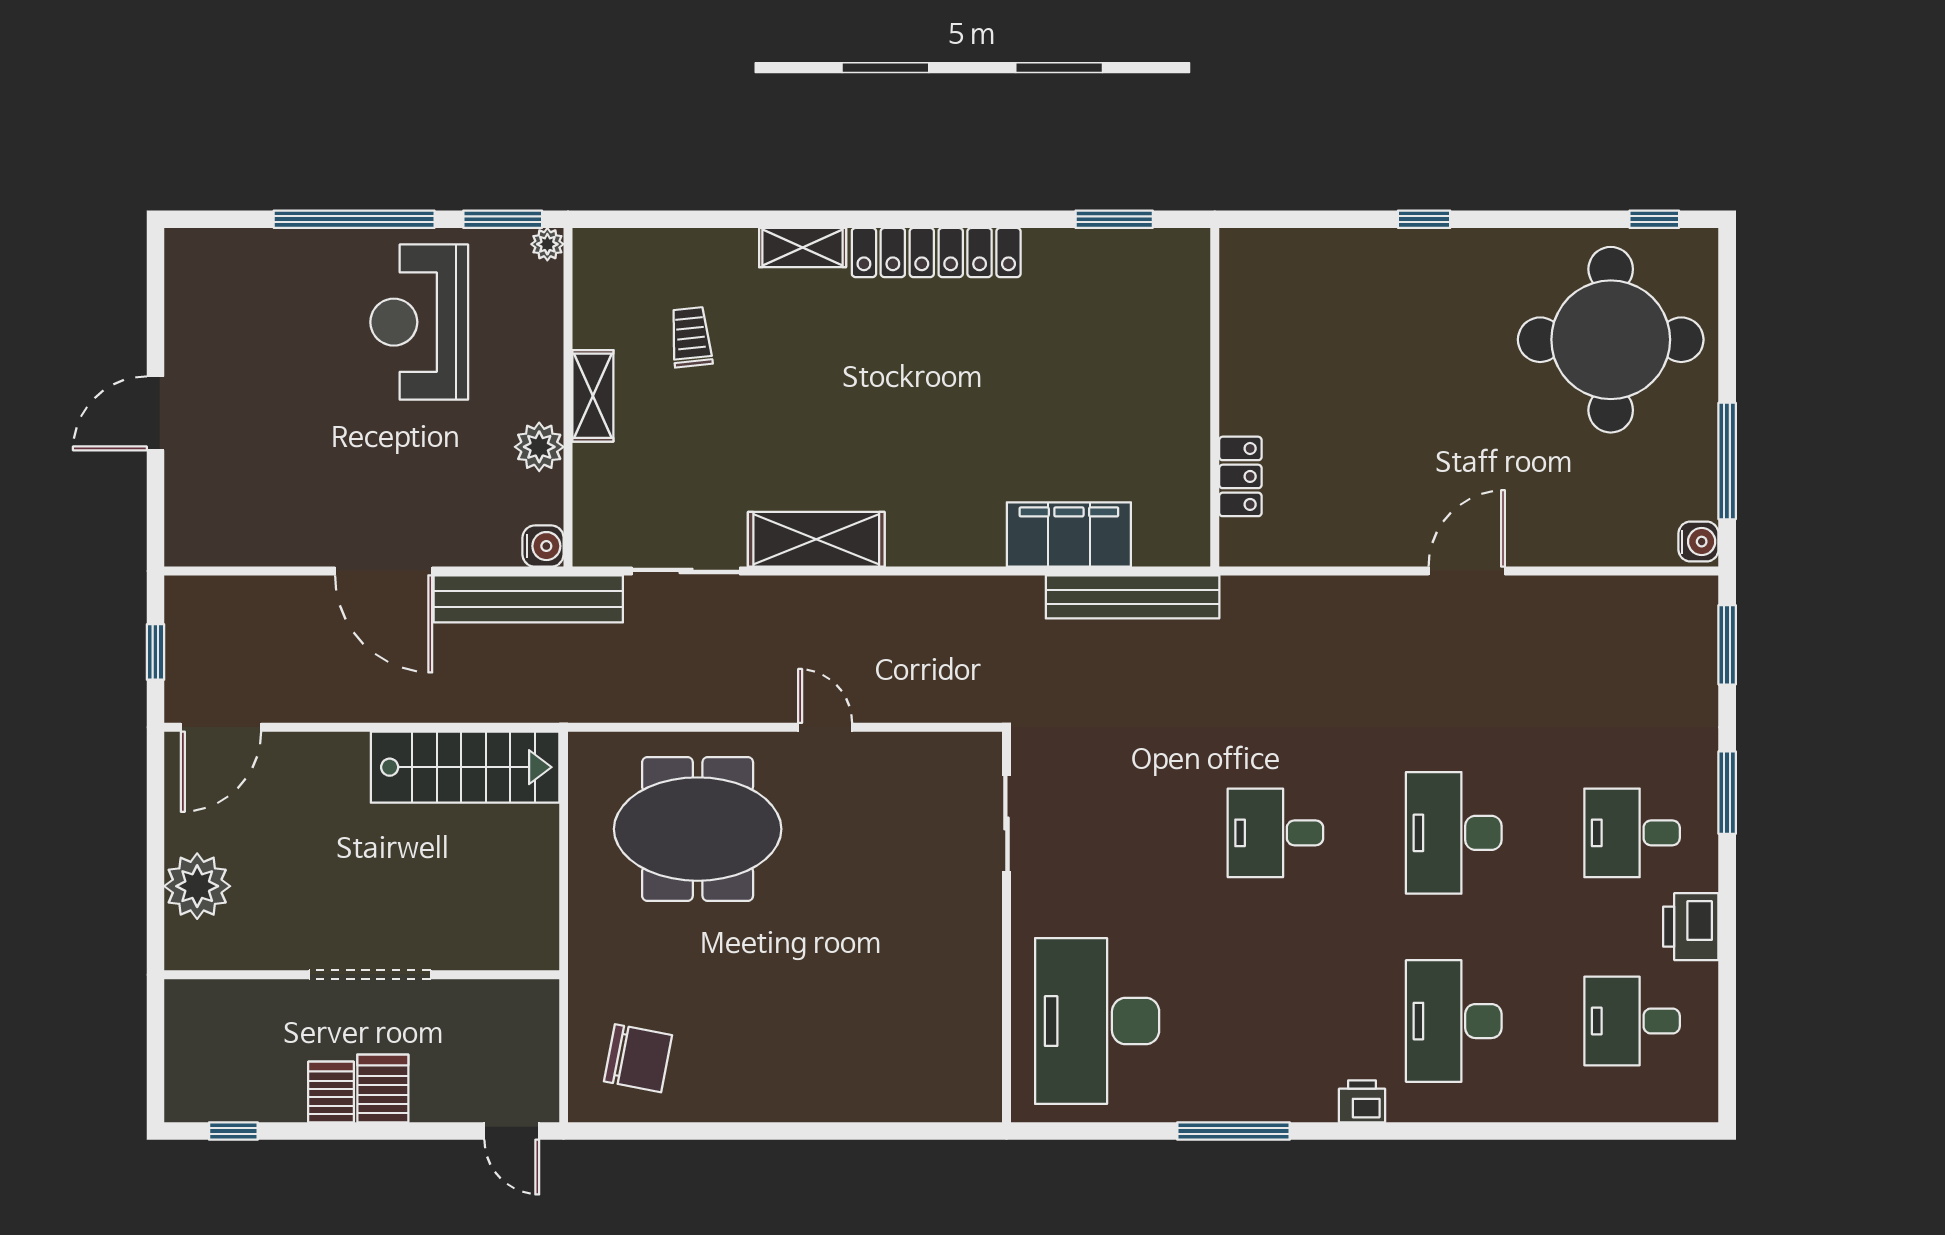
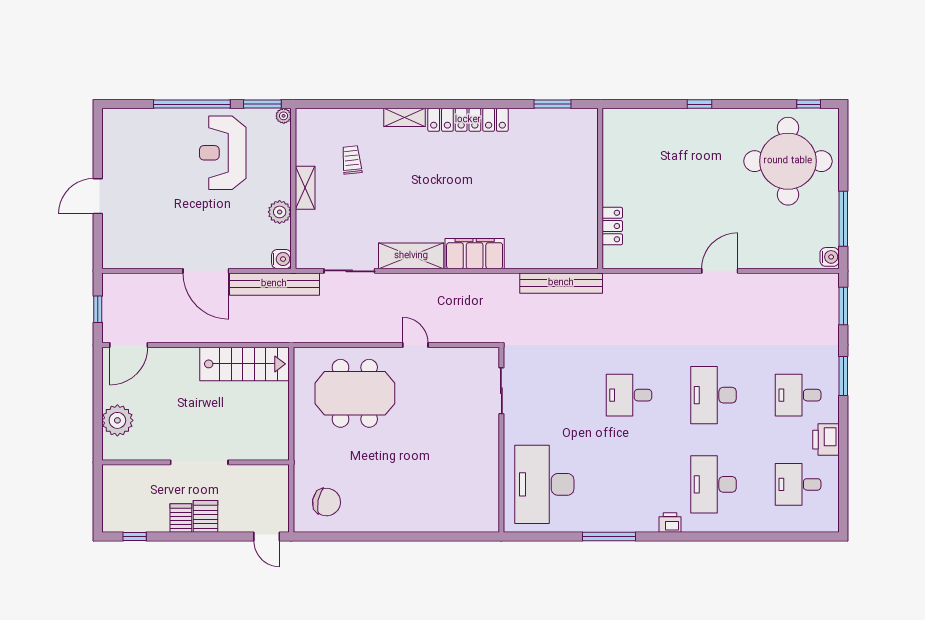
filing cabinet: (1069, 534) -> (475, 254), moved

